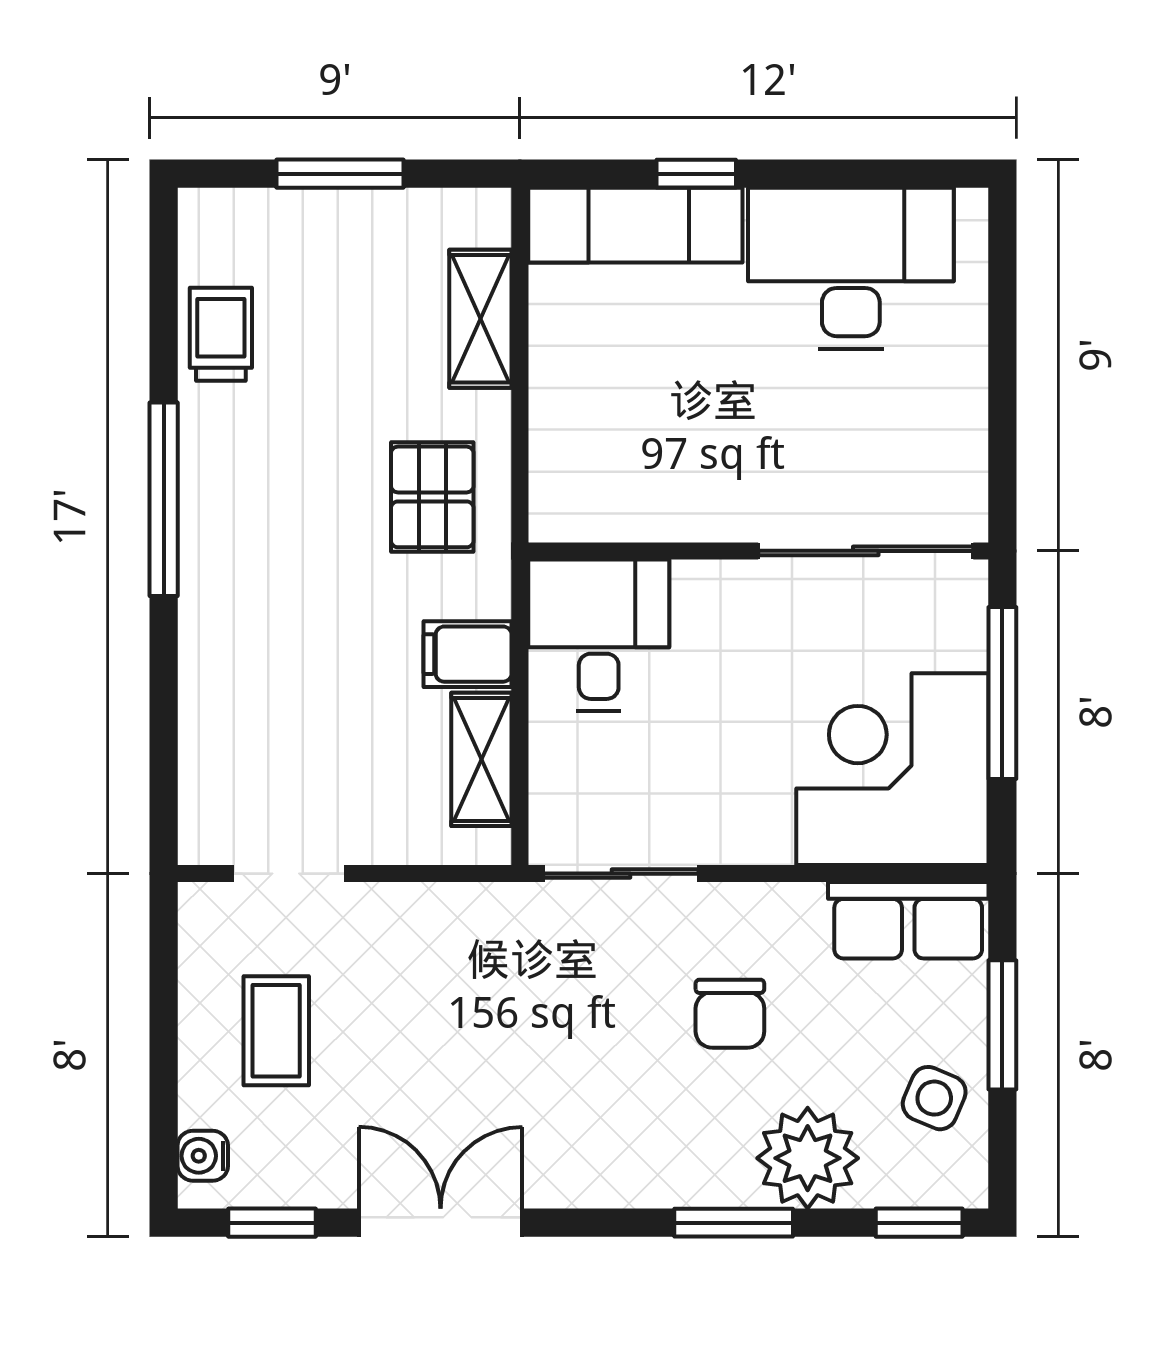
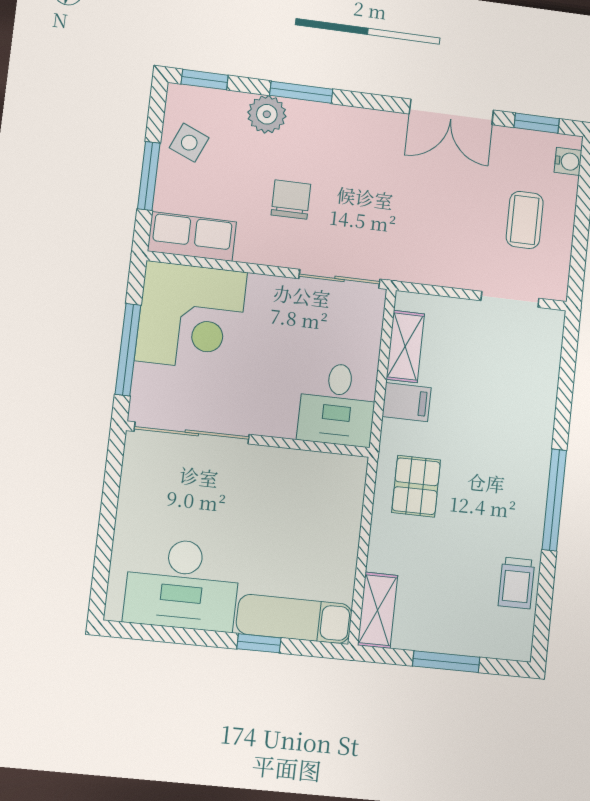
shelving: (480, 319) -> (378, 610), moved
plant: (808, 1158) -> (267, 114), width x0.73, depth x0.73

